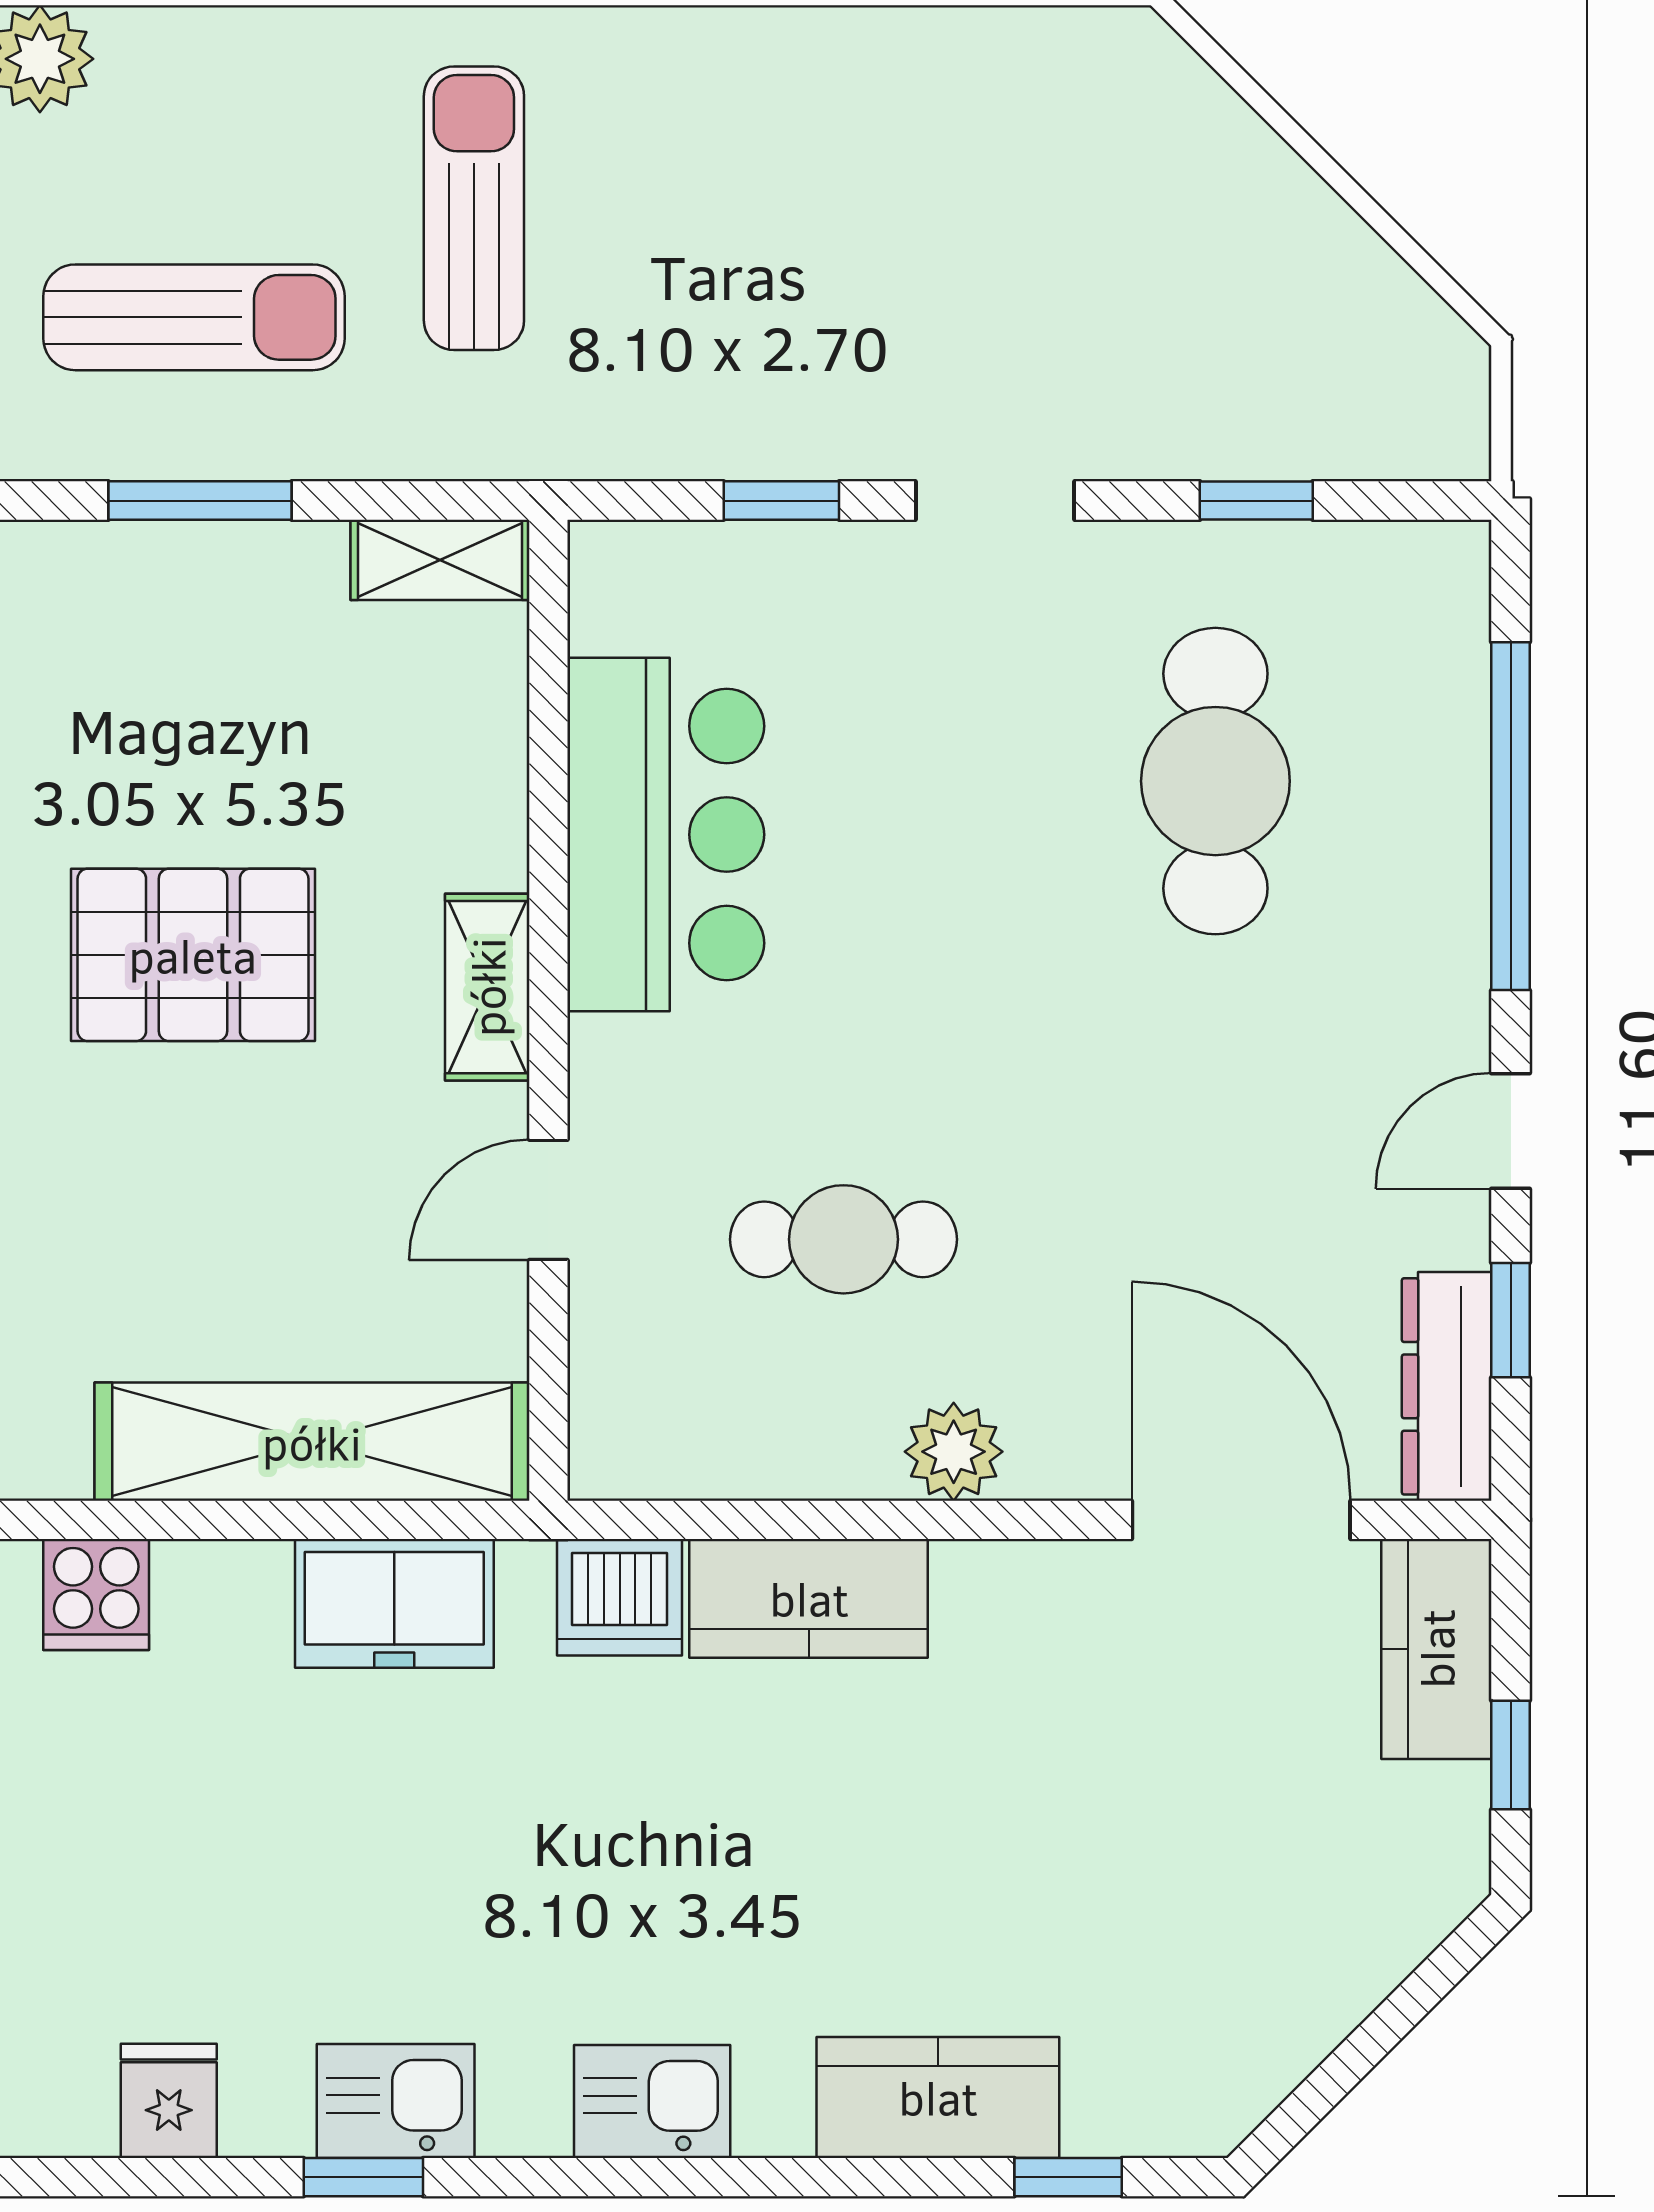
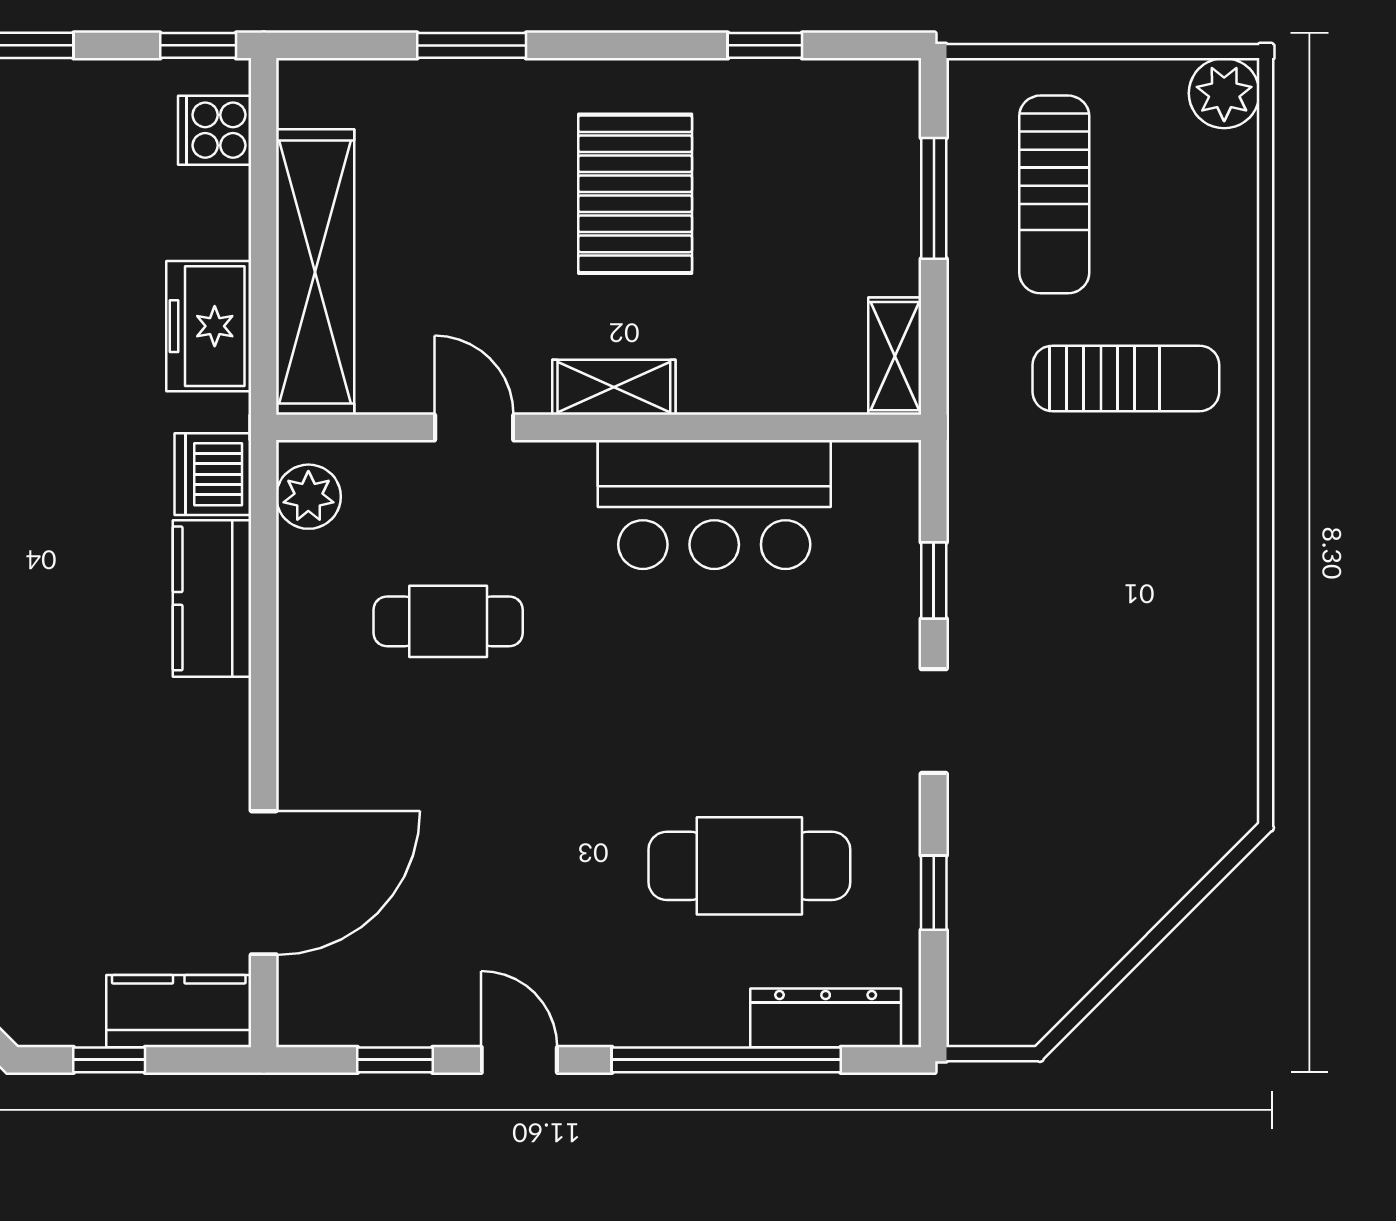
cafe table: (843, 1239) -> (448, 621), turned 90
dresser: (1447, 1386) -> (826, 1018), moved
plant: (954, 1452) -> (308, 497), moved

